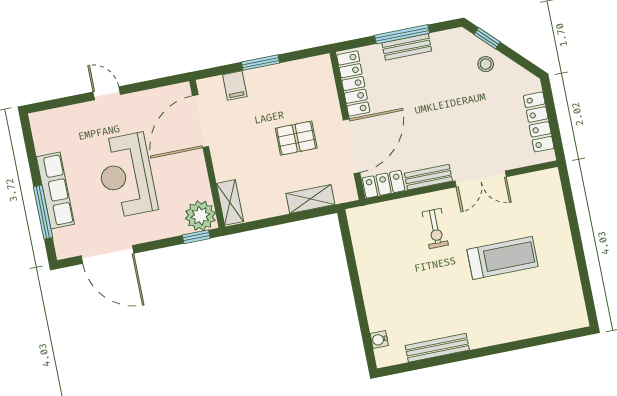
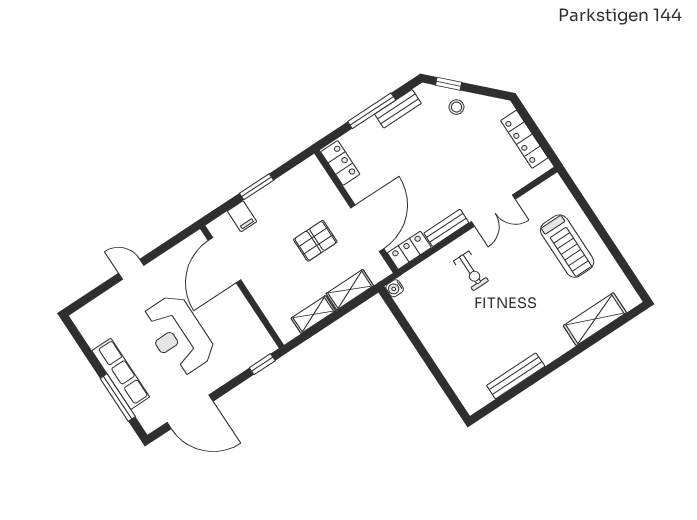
bench: (407, 47) -> (398, 109), moved
locker: (353, 84) -> (340, 163), width x0.66
shelving: (230, 202) -> (313, 315), moved, turned 90
plant: (200, 216) -> (258, 344), removed
treadmill: (503, 258) -> (567, 246), moved, turned 90
shelving: (536, 324) -> (595, 319), added
water cooler: (379, 340) -> (395, 288), moved

